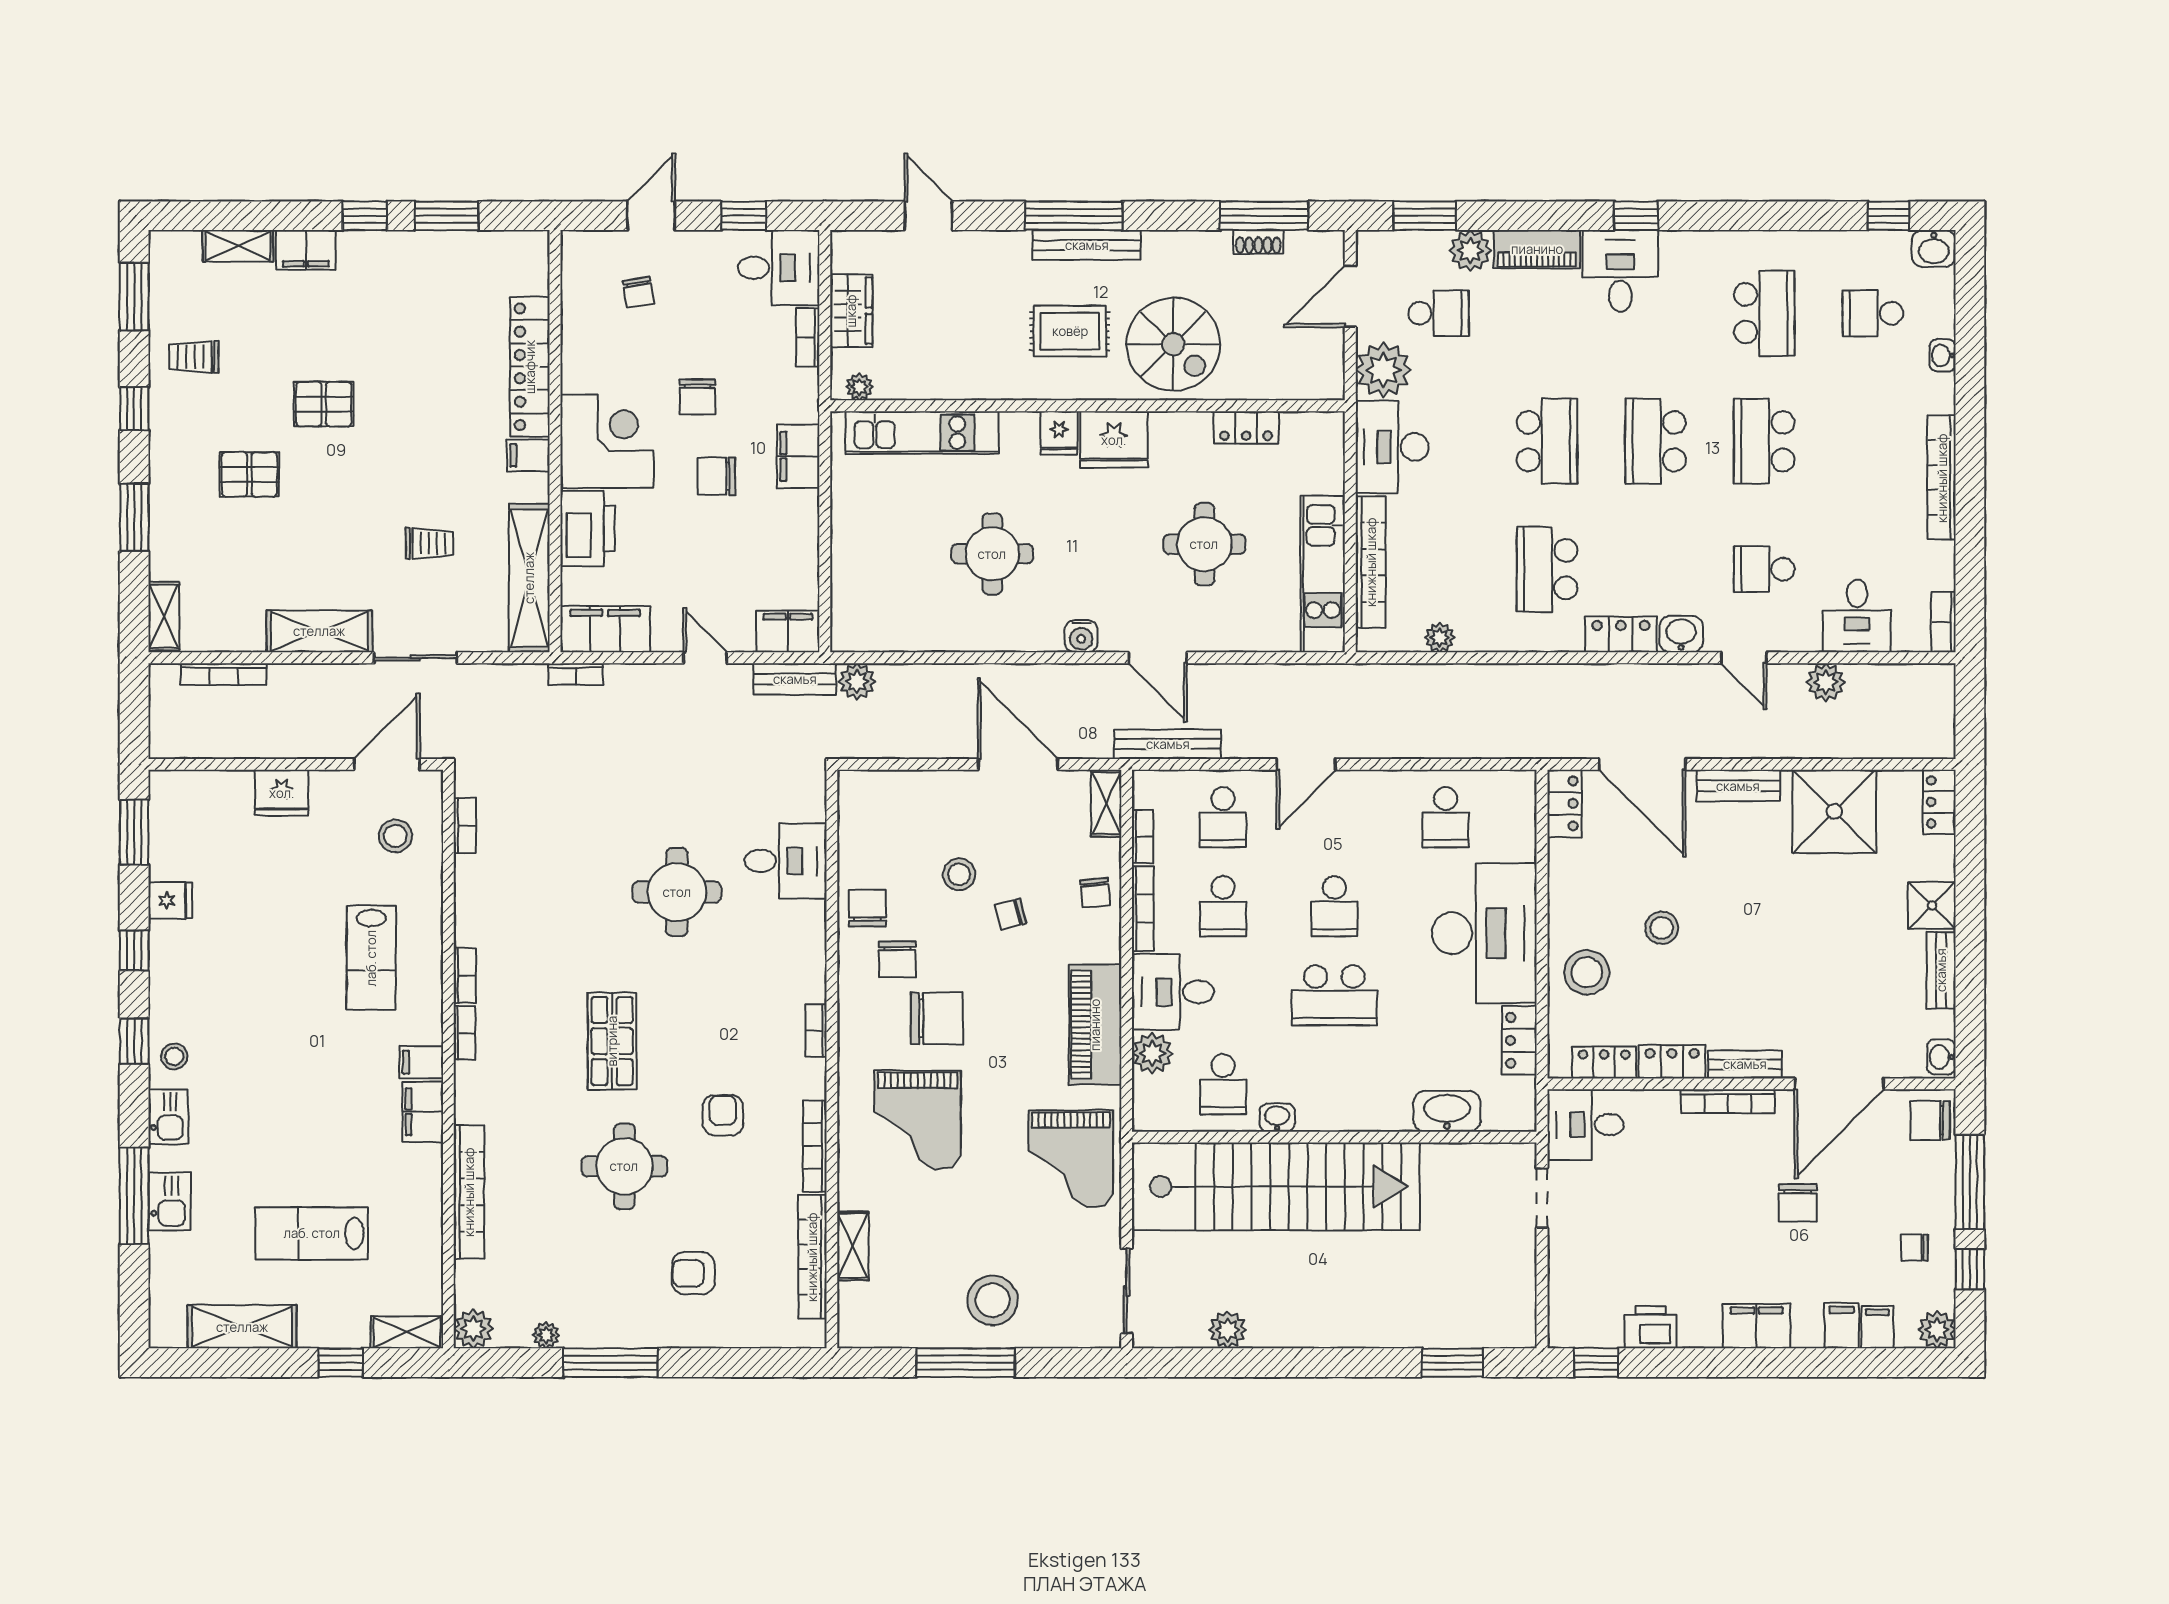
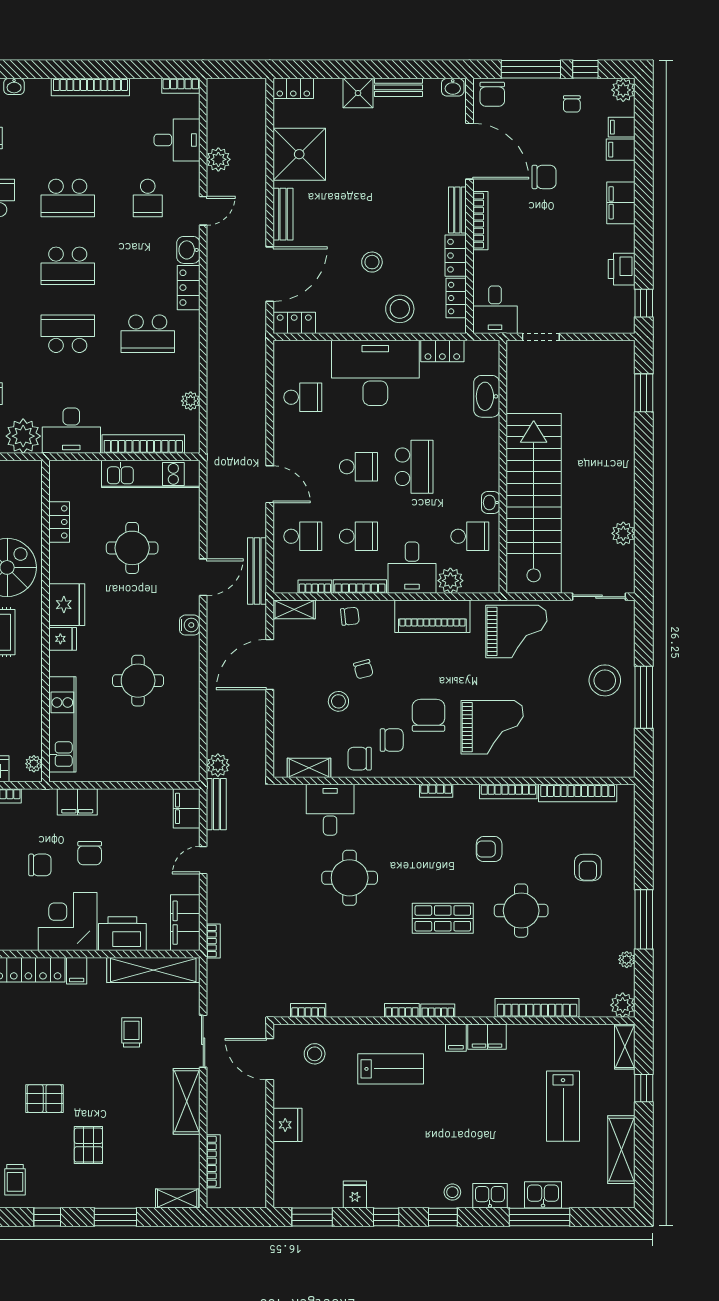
pallet: (324, 404) -> (45, 1099), turned 90
shelving: (853, 1246) -> (309, 768), moved

